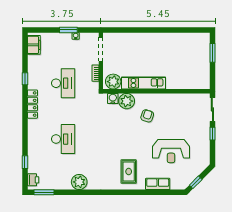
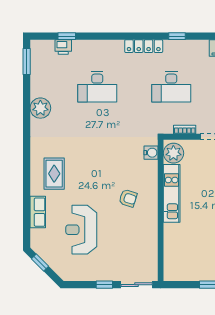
plant: (127, 101) -> (148, 171), removed
rug: (129, 172) -> (54, 174), turned 90
printer: (33, 180) -> (63, 47), moved

